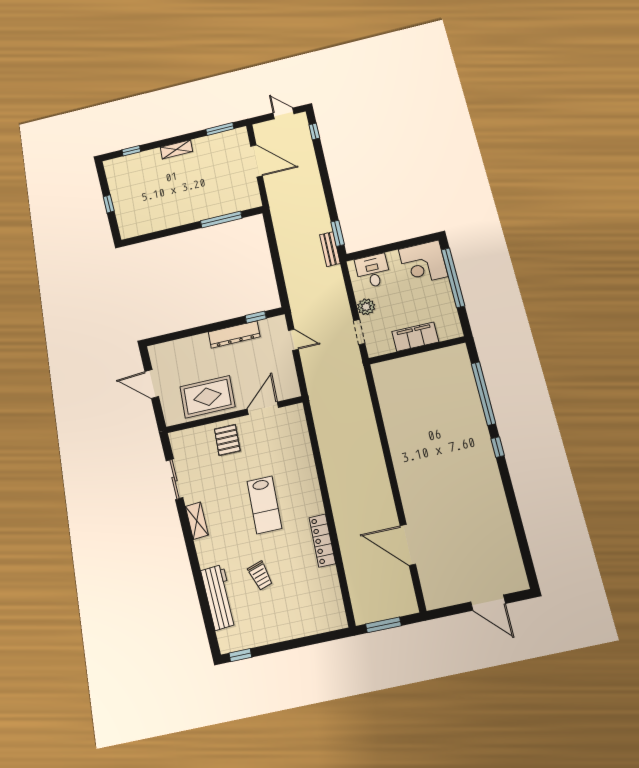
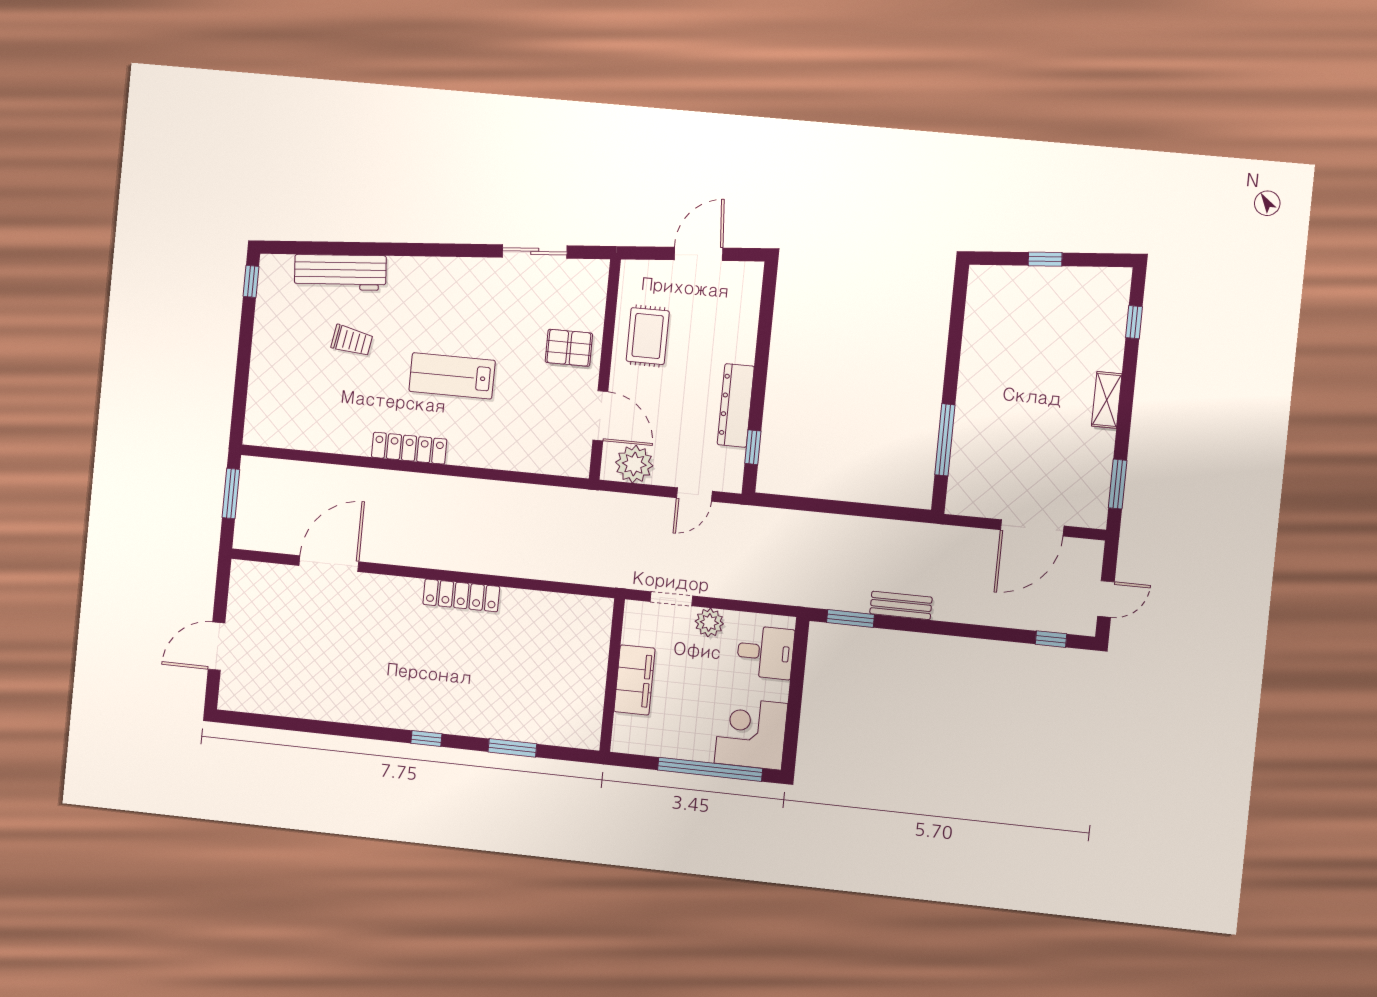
bench: (330, 249) -> (901, 605), moved
plant: (286, 379) -> (634, 464), added
window: (483, 393) -> (512, 748), width x0.47
rug: (207, 397) -> (648, 336), width x0.73, depth x0.70
locker: (399, 455) -> (461, 595), added
shelving: (197, 521) -> (461, 269), removed
locker: (322, 540) -> (409, 448), moved
trolley: (260, 576) -> (352, 341), turned -152

